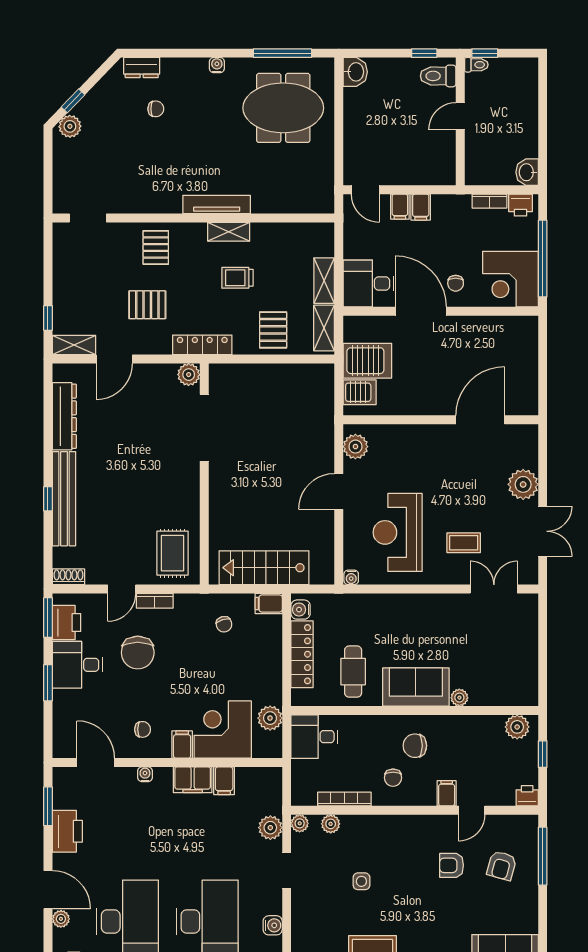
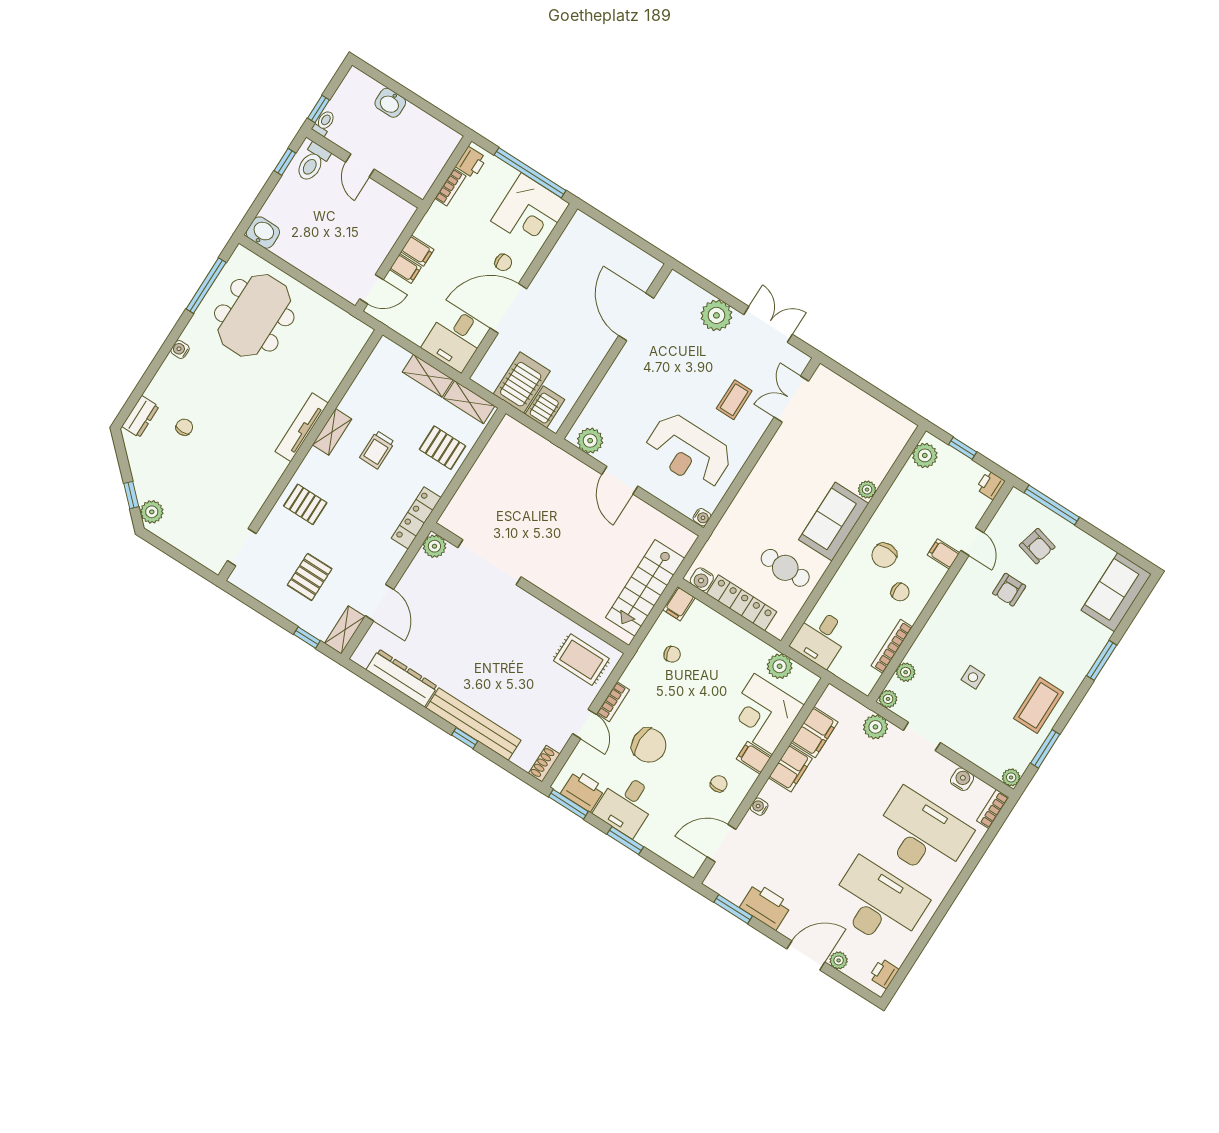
washbasin: (527, 172) -> (390, 103), moved
pallet: (147, 305) -> (310, 577), moved
filing cabinet: (224, 781) -> (815, 732), width x2.00

